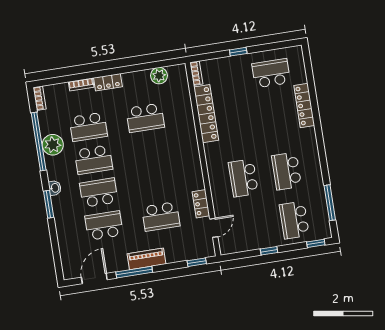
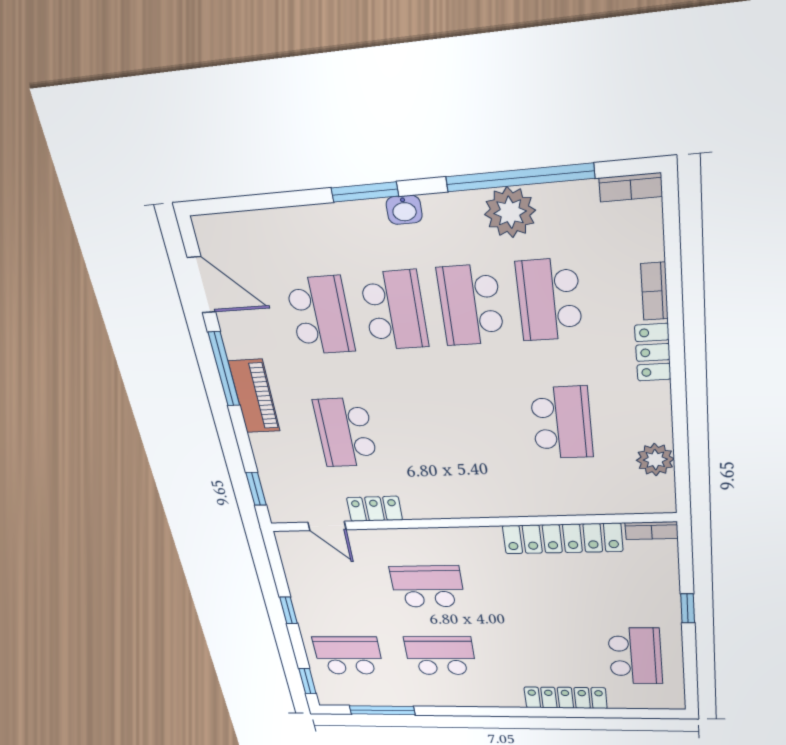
school desk: (145, 118) -> (562, 423), turned 180

